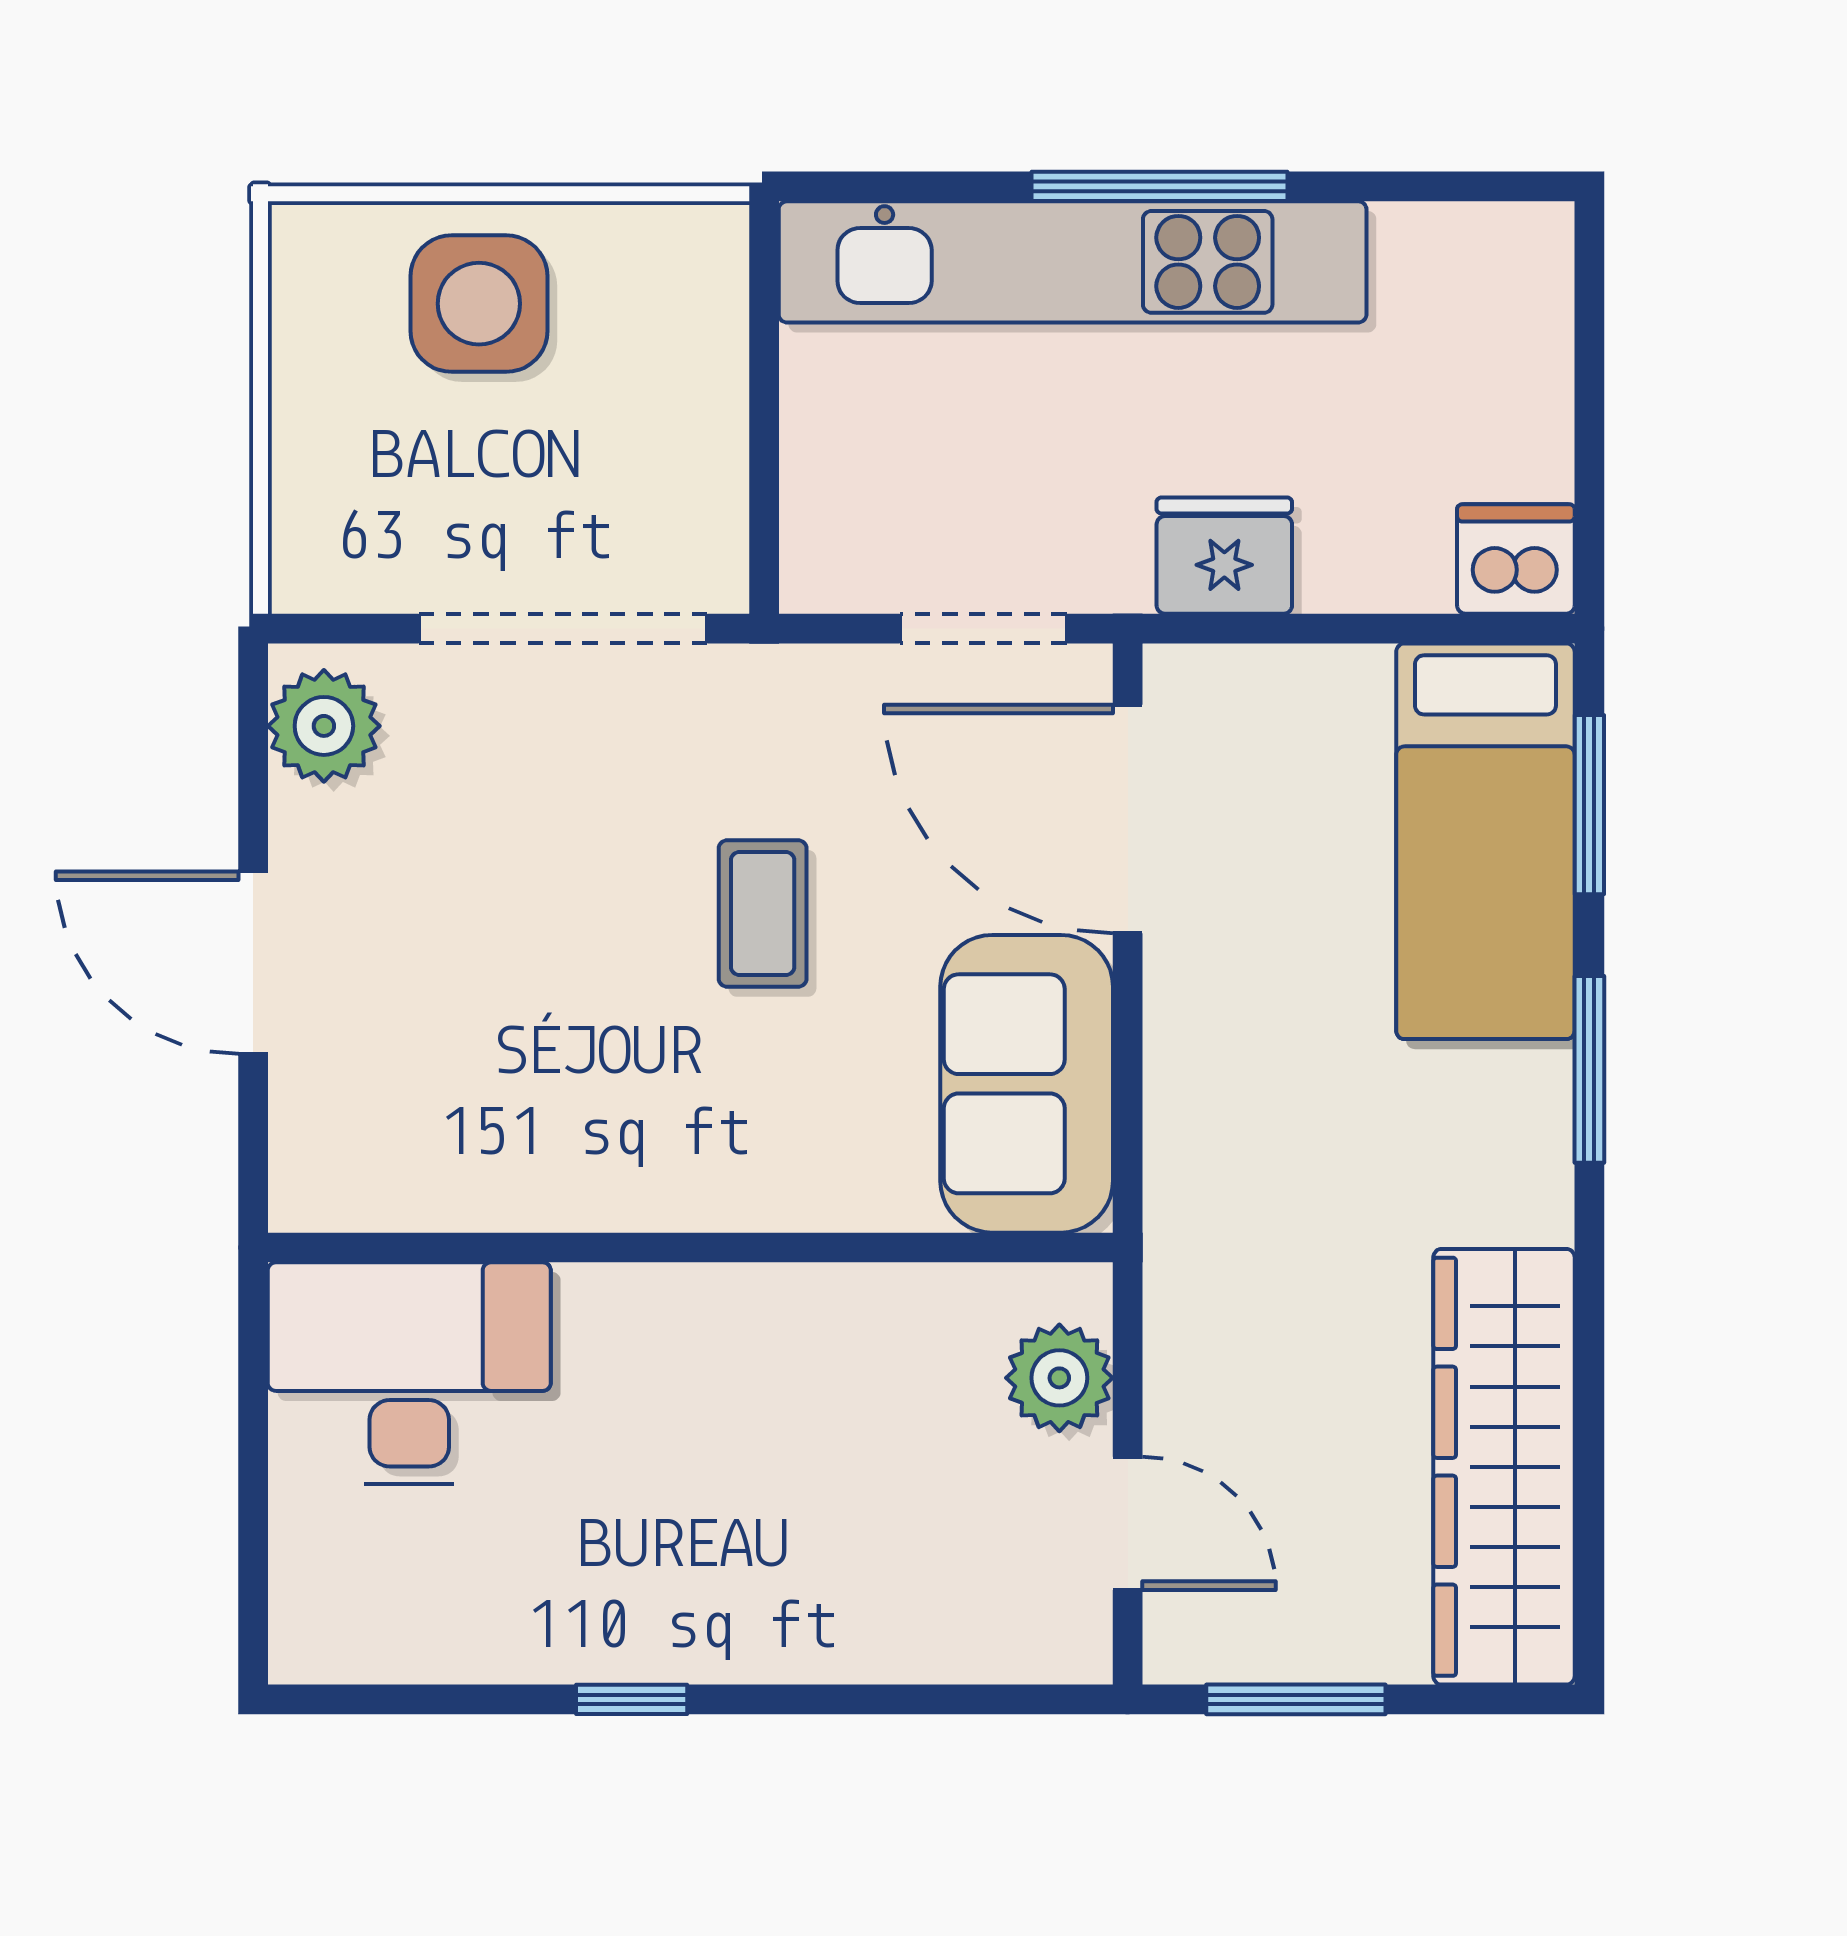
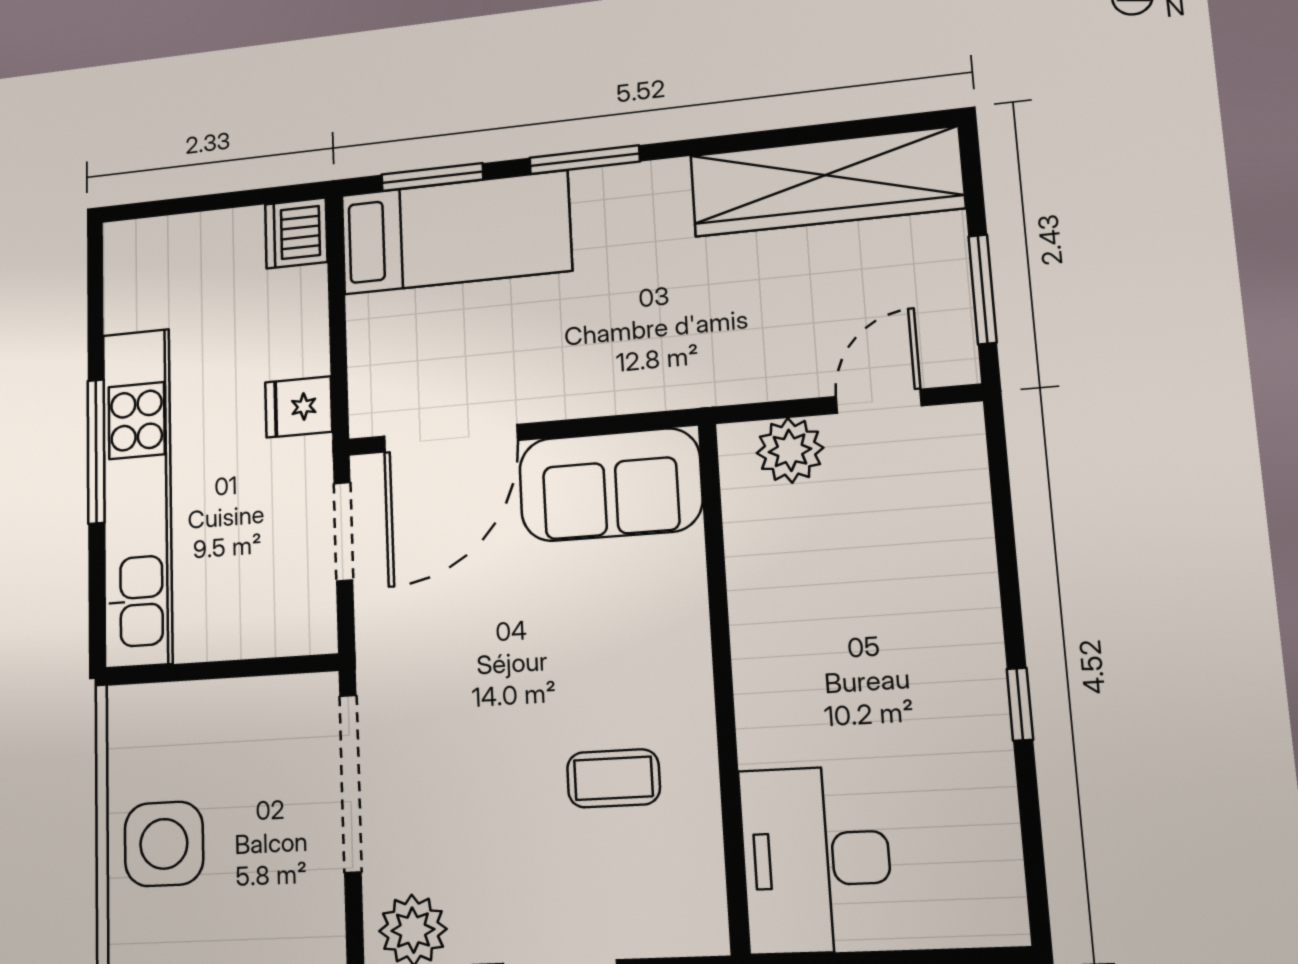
fridge: (1224, 556) -> (299, 407), width x0.72
coffee table: (763, 914) -> (613, 778), moved

